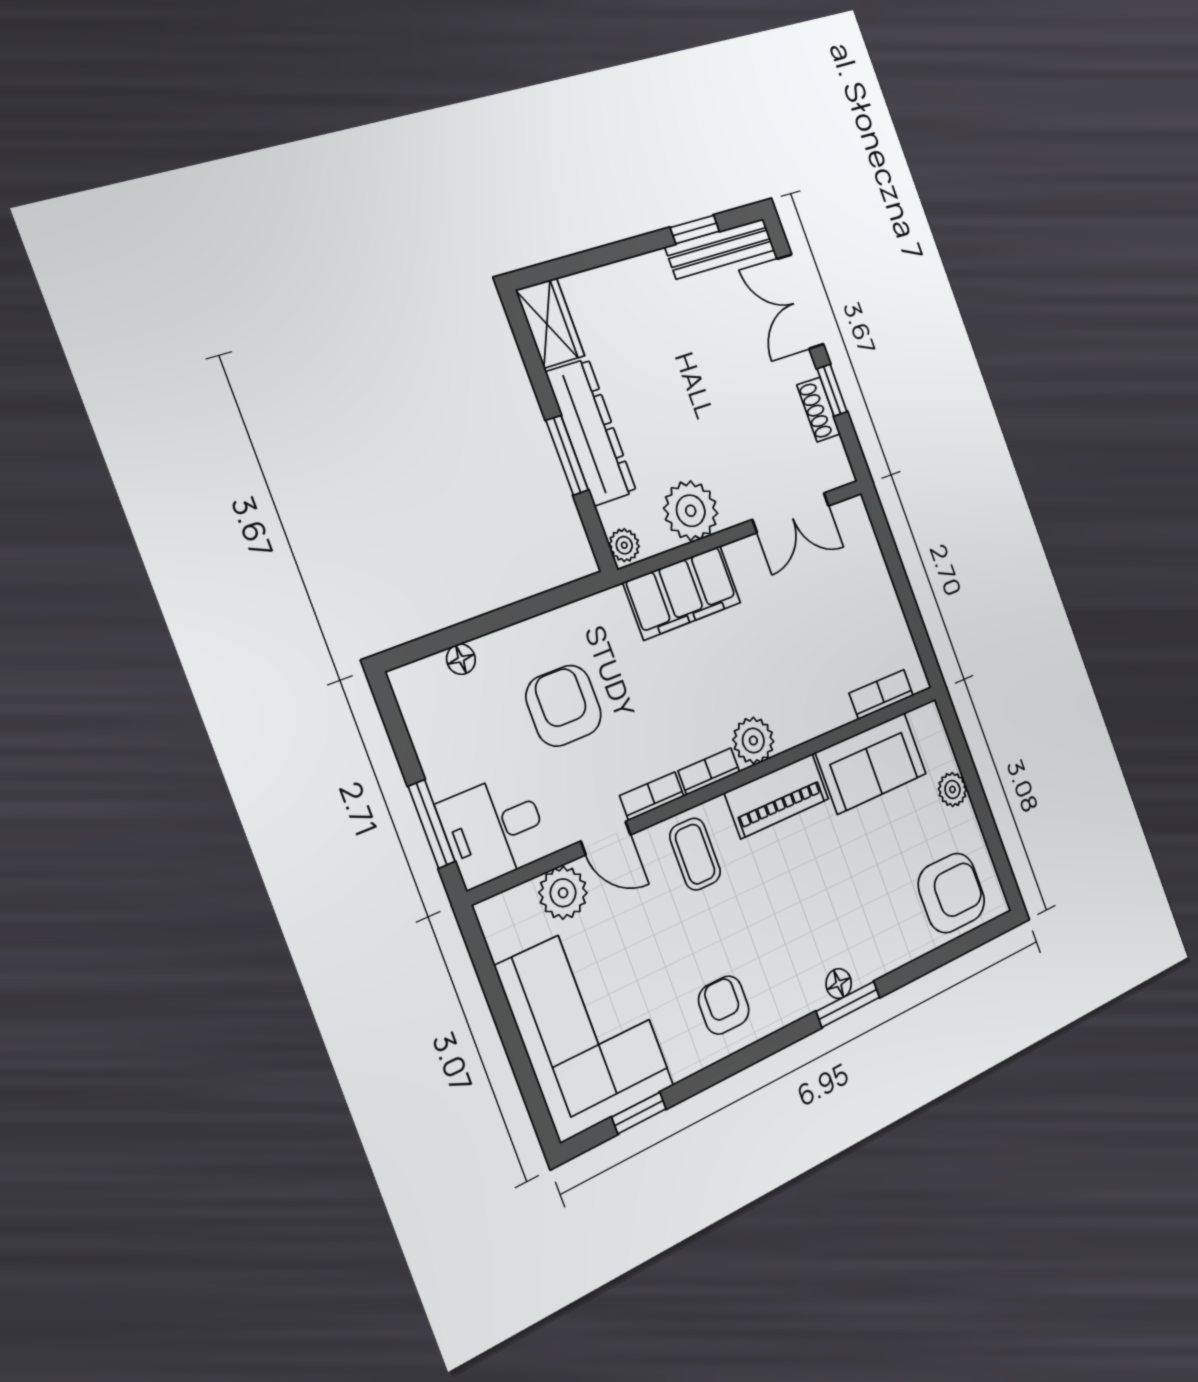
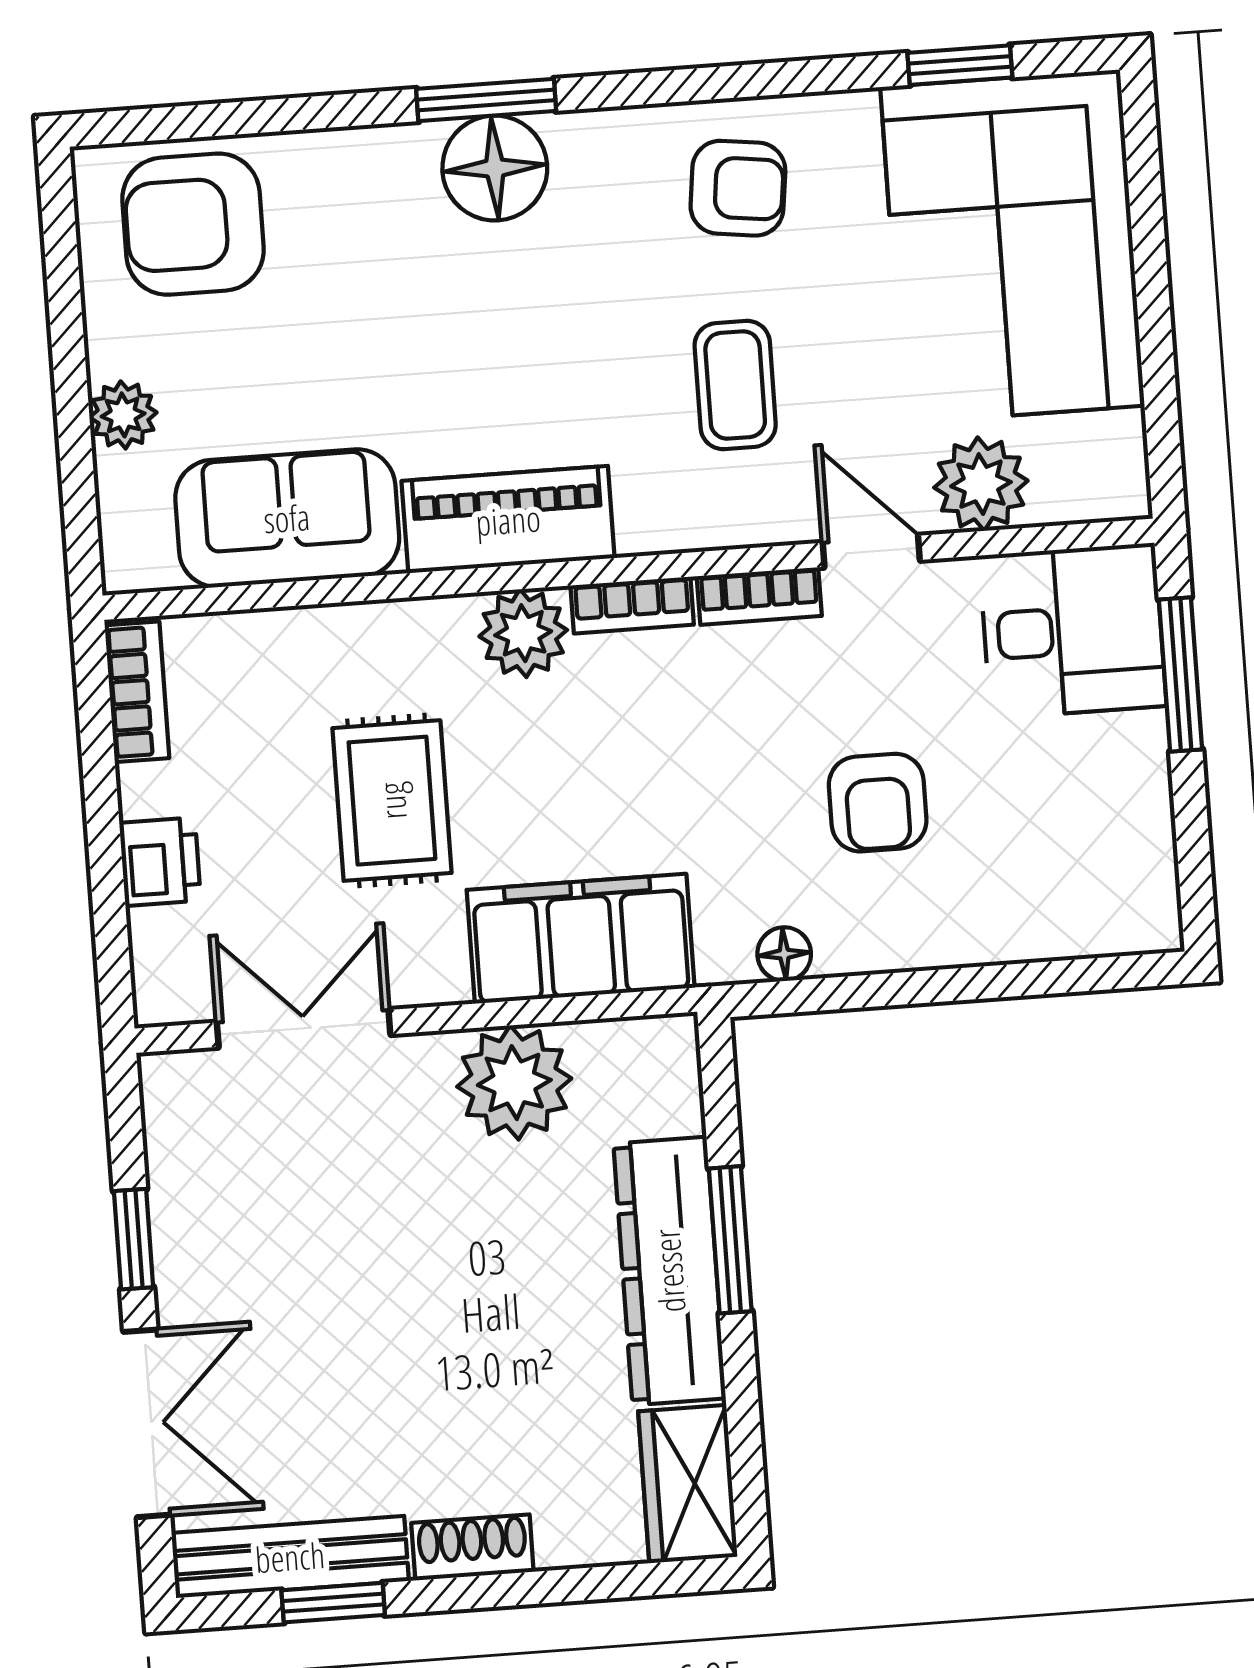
shoe rack: (819, 410) -> (472, 1547), moved, turned -90
plant: (624, 545) -> (669, 1053), removed
printer: (875, 577) -> (160, 862), added
rug: (786, 637) -> (392, 801), added
floor lamp: (461, 659) -> (784, 954), moved
bookcase: (881, 694) -> (137, 692), moved, turned -90
armchair: (564, 706) -> (878, 803), width x0.72, depth x0.72
coffee table: (695, 854) -> (735, 385), moved
floor lamp: (839, 984) -> (495, 168), width x1.89, depth x1.89
armchair: (724, 1005) -> (738, 188), turned -83

